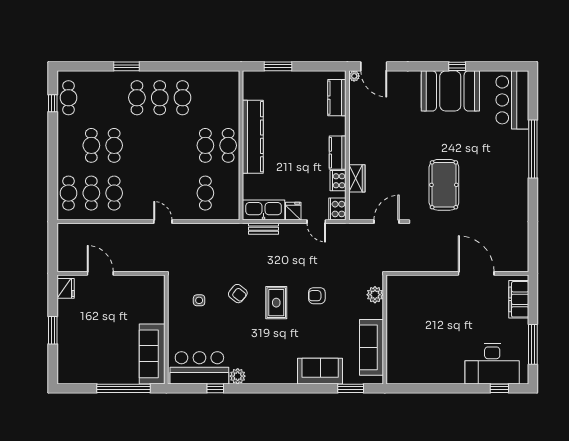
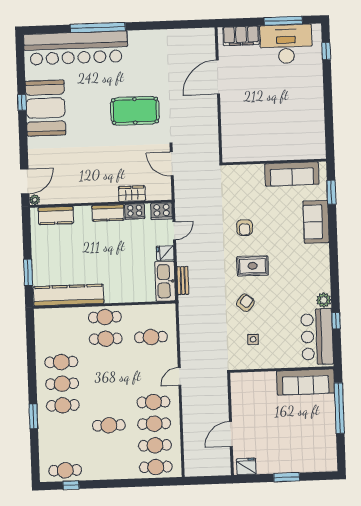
bar counter: (512, 100) -> (76, 48), width x1.86
kitchen counter: (253, 137) -> (69, 295), moved
cafe table: (91, 145) -> (153, 402), moved
plant: (375, 295) -> (242, 172), removed
desk: (492, 364) -> (286, 44), moved, turned -90

